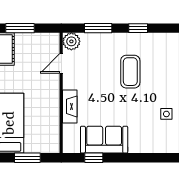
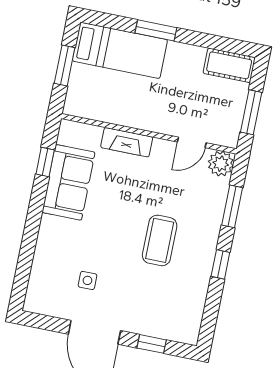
window: (20, 28) -> (251, 112), moved
door: (61, 63) -> (192, 142), swing flipped
coffee table: (130, 72) -> (160, 240), turned 90

